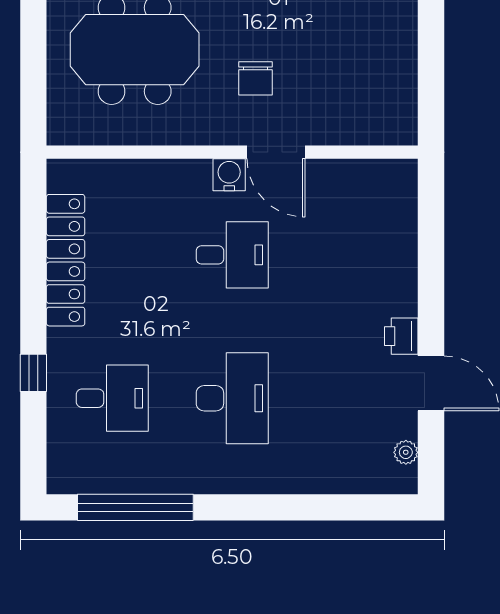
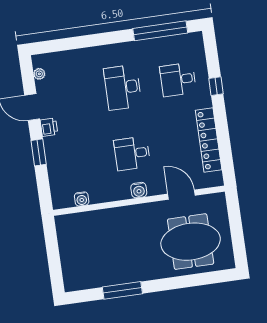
chair: (255, 78) -> (133, 236), removed
door: (276, 152) -> (181, 195), moved
water cooler: (354, 173) -> (82, 199), added
window: (431, 285) -> (39, 152), added

